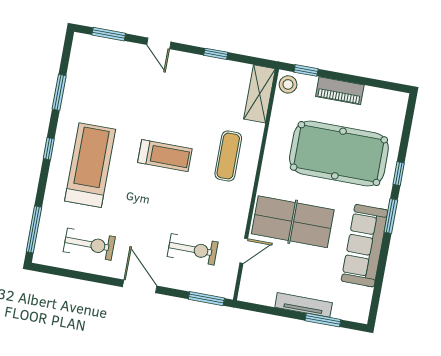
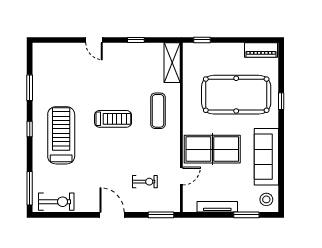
window: (109, 34) -> (57, 40), removed
stool: (288, 84) -> (266, 199), moved
piano: (340, 91) -> (261, 50), moved
window: (391, 216) -> (281, 132), removed
exercise bike: (89, 244) -> (56, 202), moved
exercise bike: (193, 249) -> (145, 182), width x0.73, depth x0.72
tv unit: (304, 305) -> (217, 207), moved

